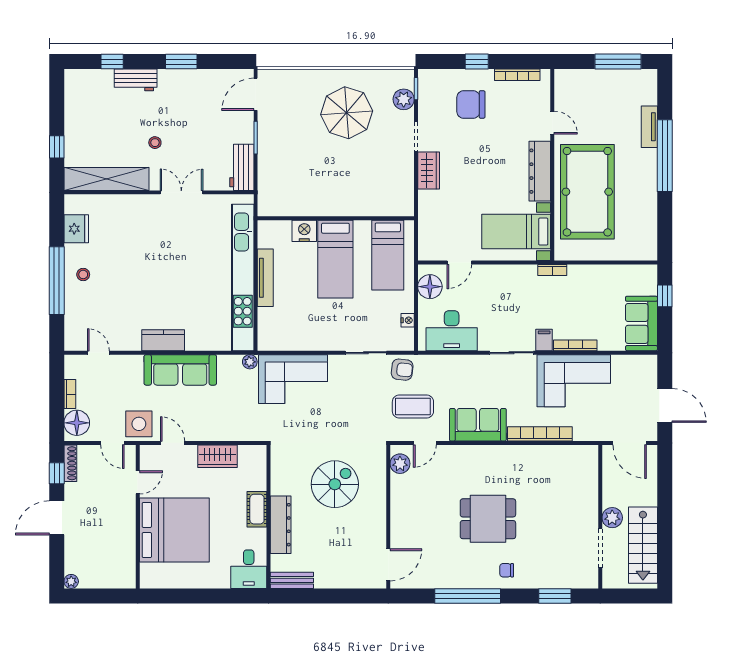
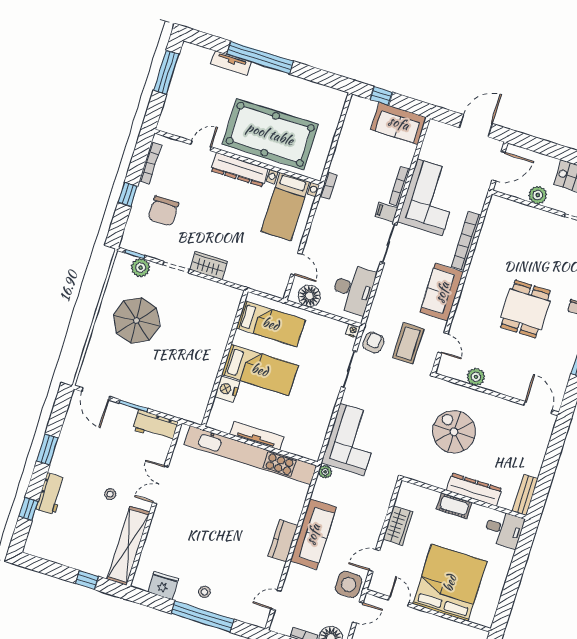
nightstand: (408, 320) -> (353, 331), moved
plant: (400, 464) -> (476, 377), moved
plant: (612, 518) -> (538, 195), moved

